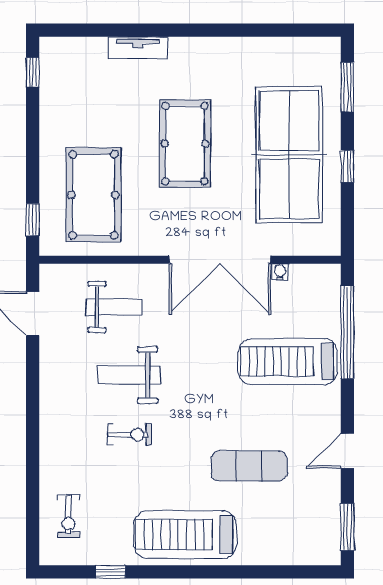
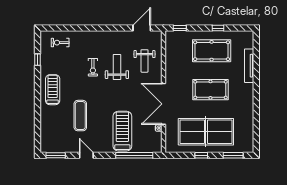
tv unit: (138, 48) -> (249, 66), width x1.41
window: (33, 72) -> (218, 28), moved
pool table: (93, 195) -> (212, 51), moved
treadmill: (185, 534) -> (53, 90), width x0.73, depth x0.73

